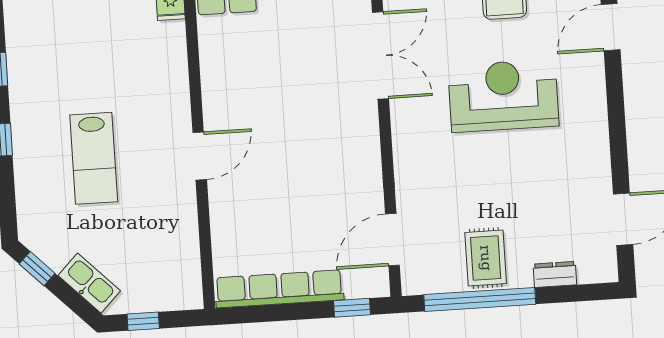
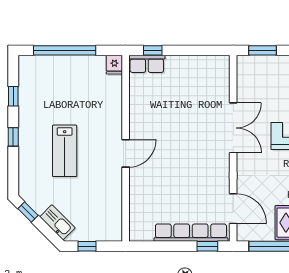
double door: (380, 55) -> (233, 128), moved
door: (392, 240) -> (233, 209), swing flipped
row of seats: (279, 289) -> (191, 233), moved

